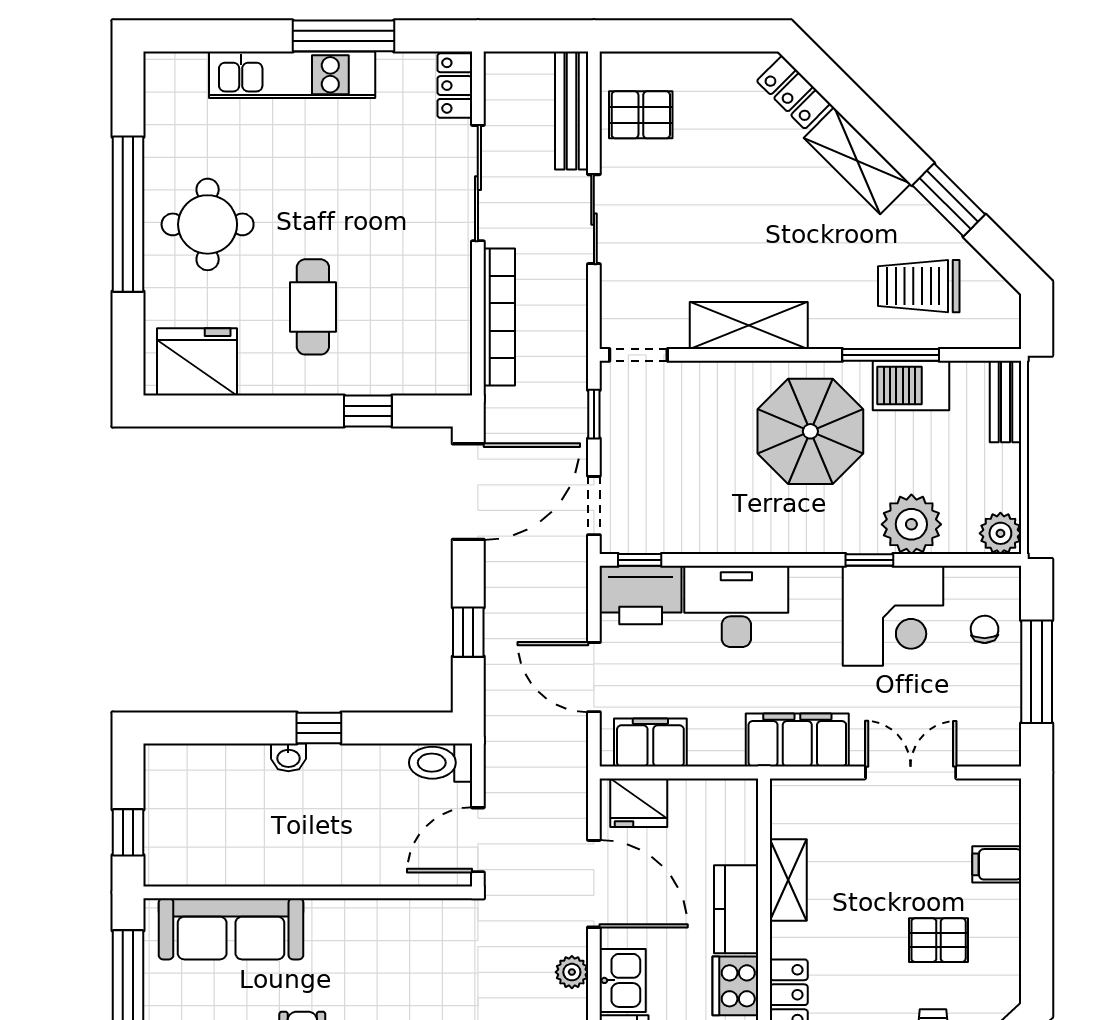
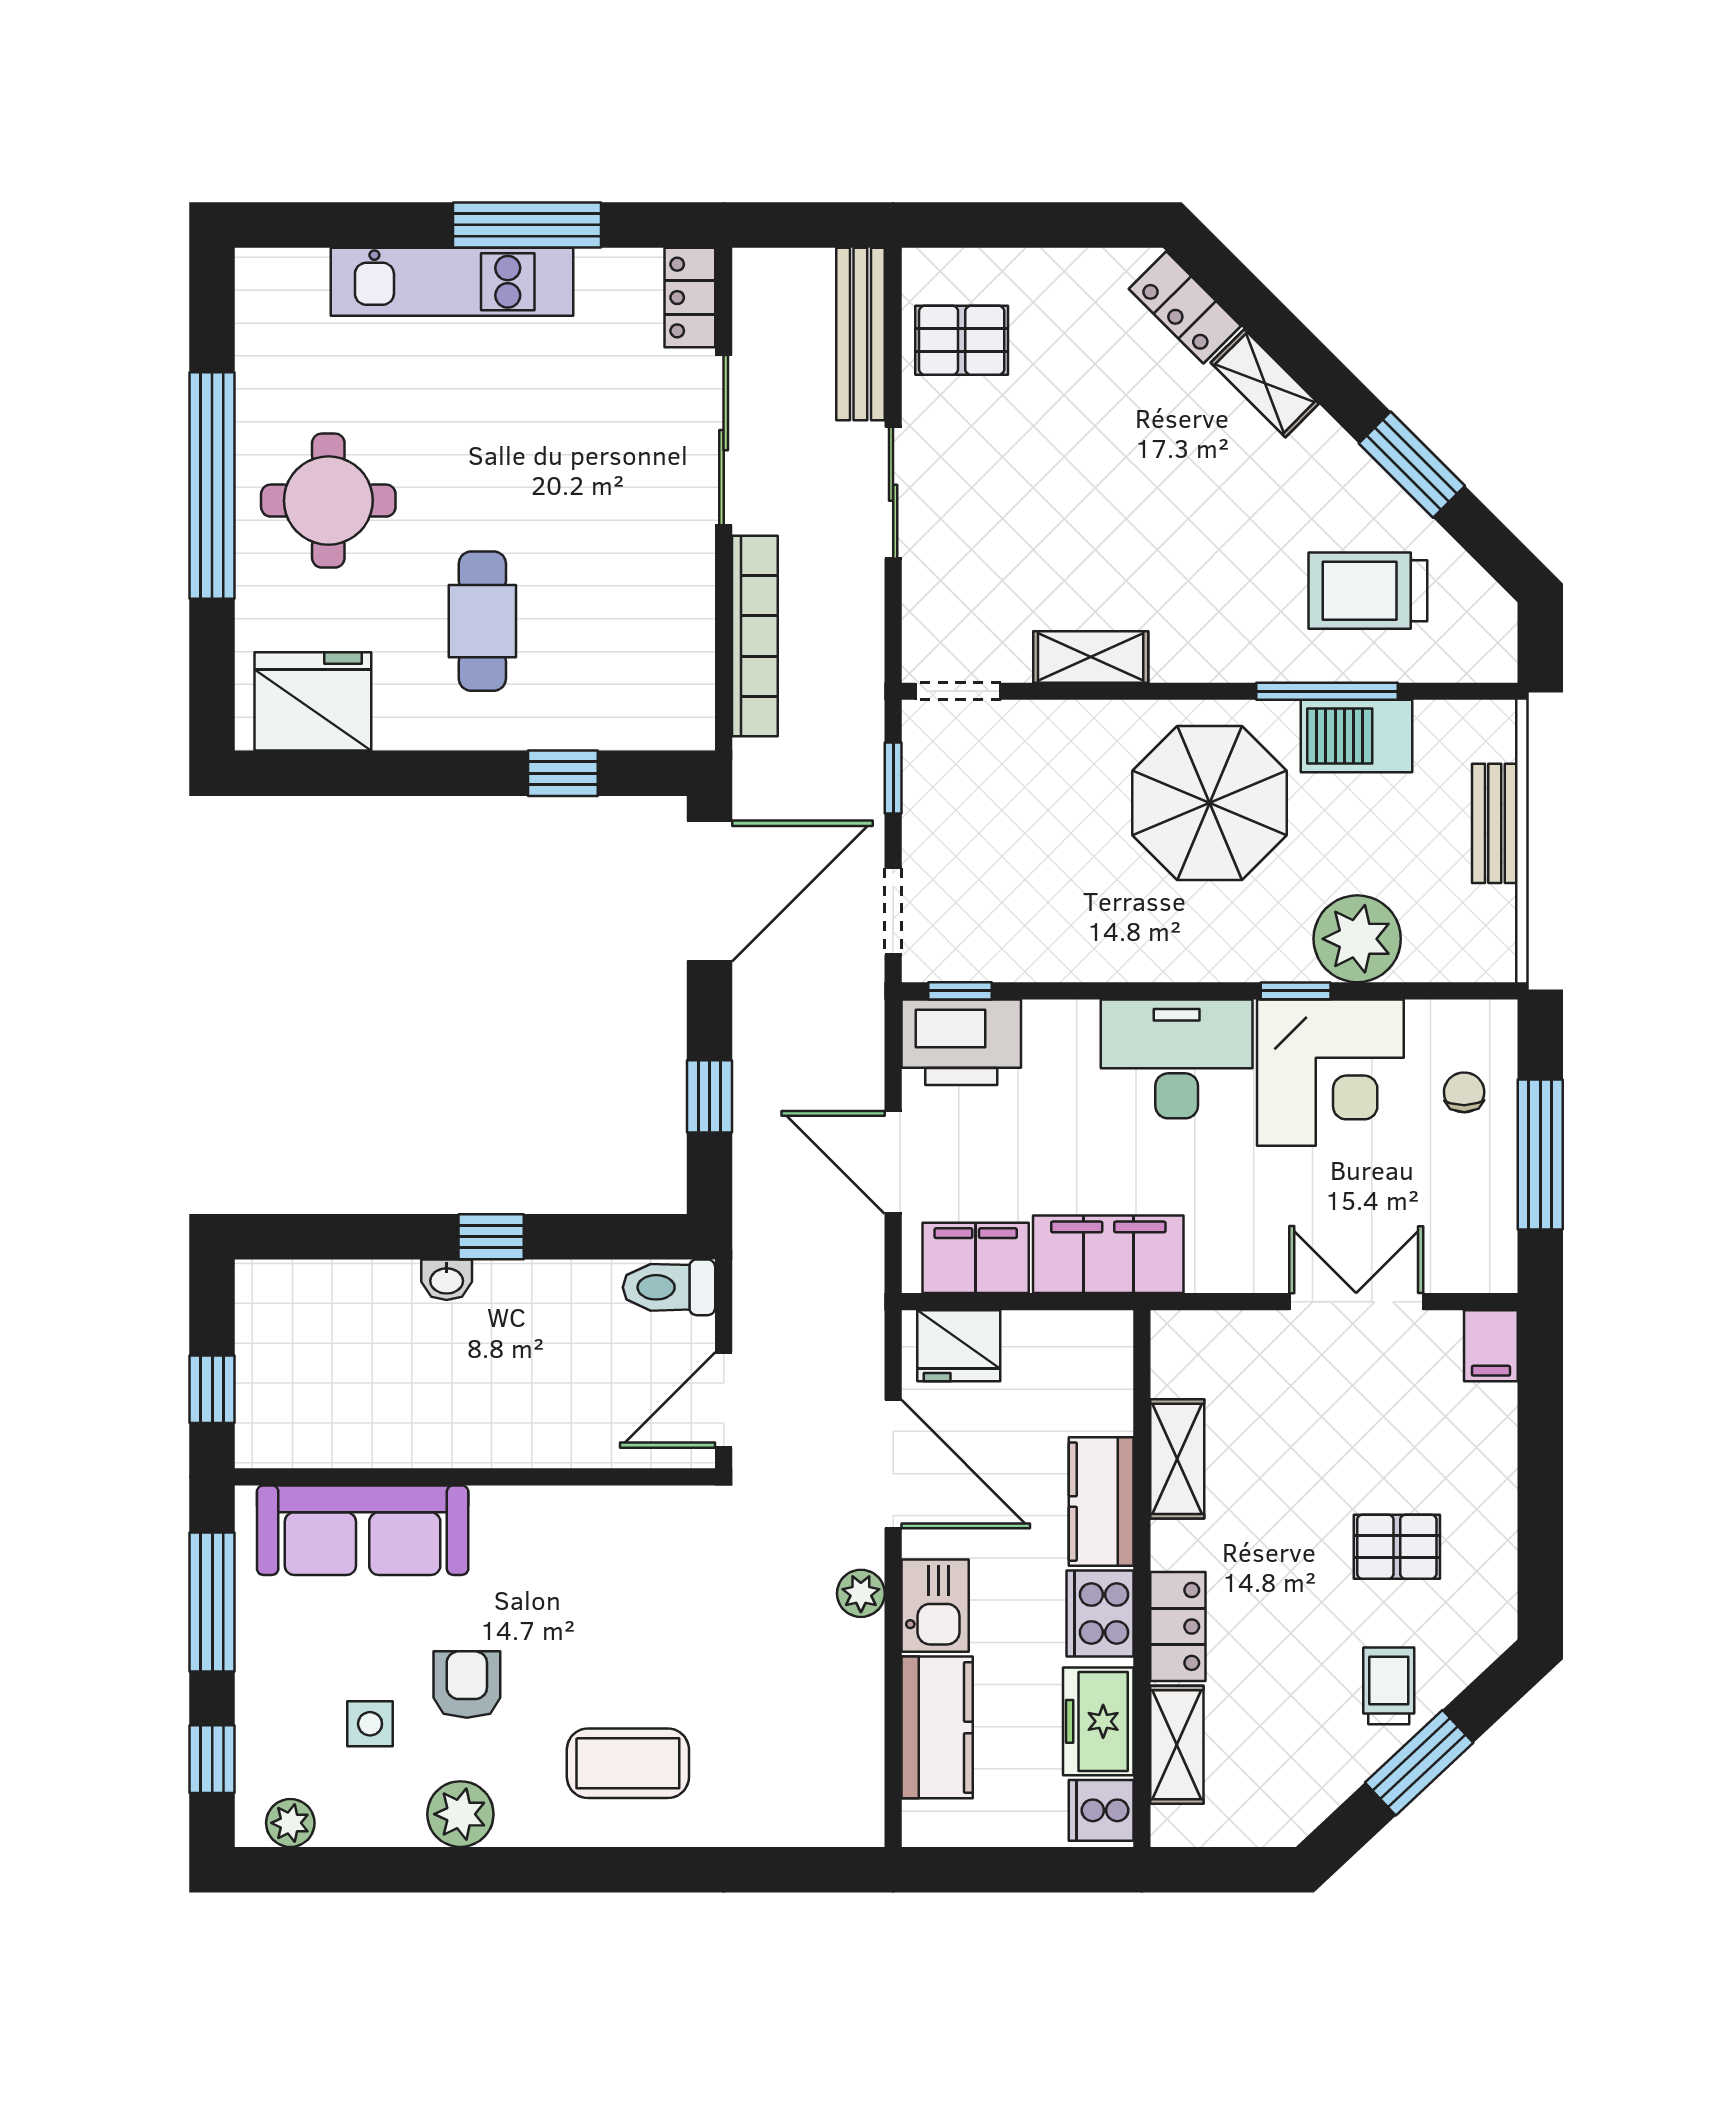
shelving: (857, 161) -> (1265, 383), width x0.67, depth x0.75
shelving: (749, 326) -> (1091, 657), width x0.67, depth x0.75
bench: (1006, 402) -> (1495, 823), moved
plant: (1000, 533) -> (1487, 952), removed
desk: (736, 606) -> (1177, 1059), moved
filing cabinet: (797, 740) -> (1108, 1254), moved
filing cabinet: (997, 864) -> (1491, 1346), moved, turned -90

